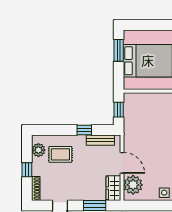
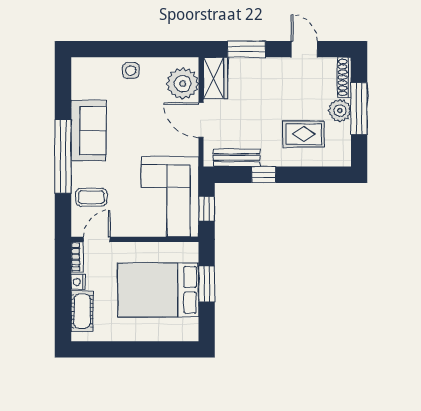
window: (119, 50) -> (207, 284), moved
corner sofa: (141, 117) -> (170, 197), added
plant: (38, 150) -> (340, 111), moved
window: (27, 170) -> (359, 109), width x2.17

